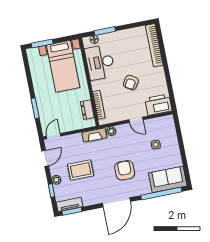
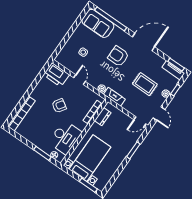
door: (45, 158) -> (159, 114), swing flipped
armchair: (125, 170) -> (118, 56), turned 90

